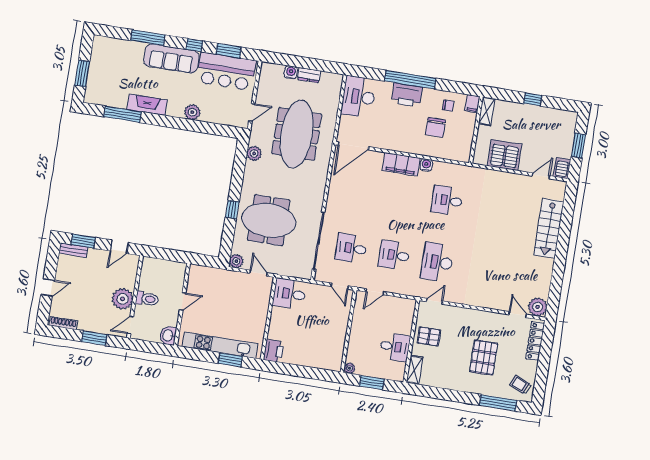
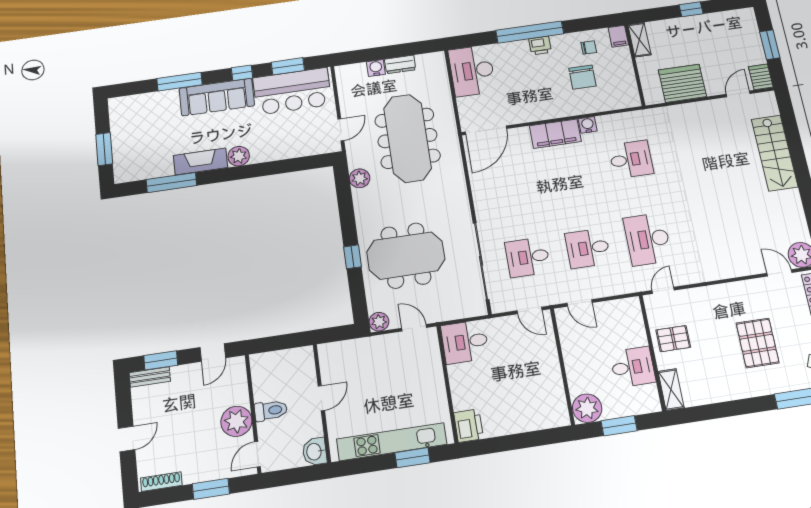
printer: (407, 95) -> (540, 45), width x0.53, depth x0.68
plant: (192, 112) -> (239, 156), moved
desk: (447, 201) -> (631, 159), turned 180
door: (375, 292) -> (580, 303), hinge flipped
plant: (350, 368) -> (587, 408), width x1.87, depth x1.87

